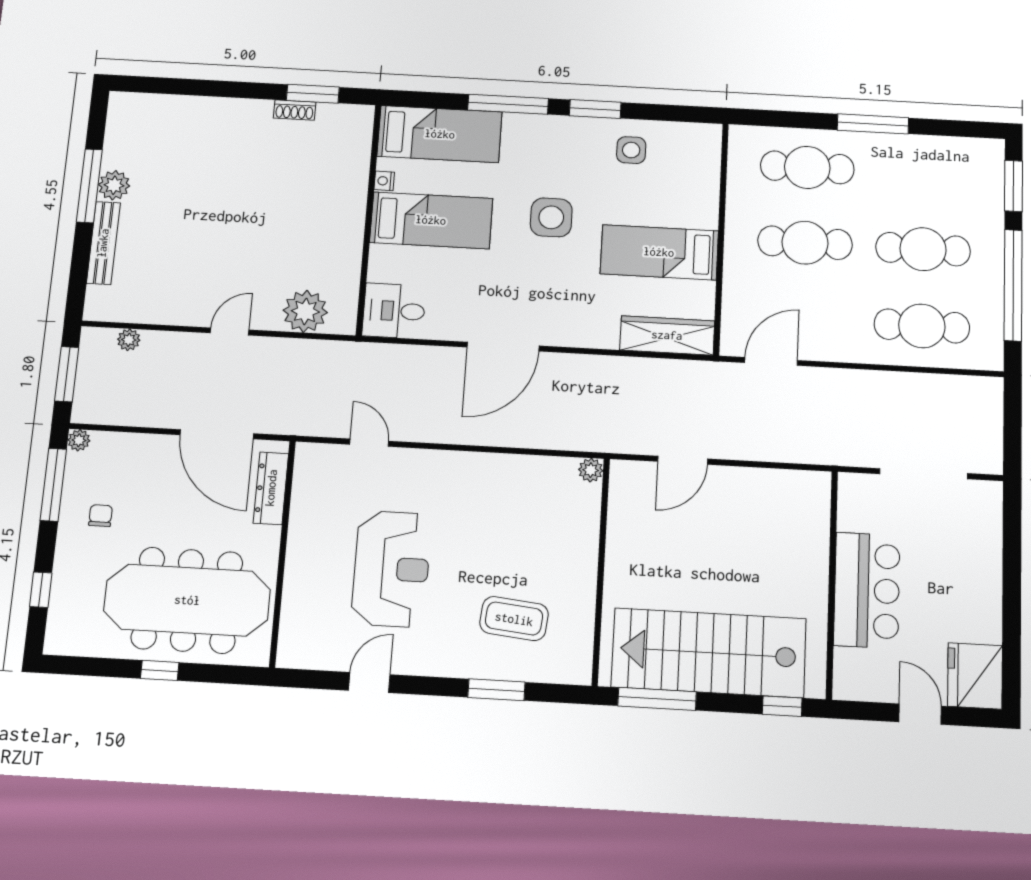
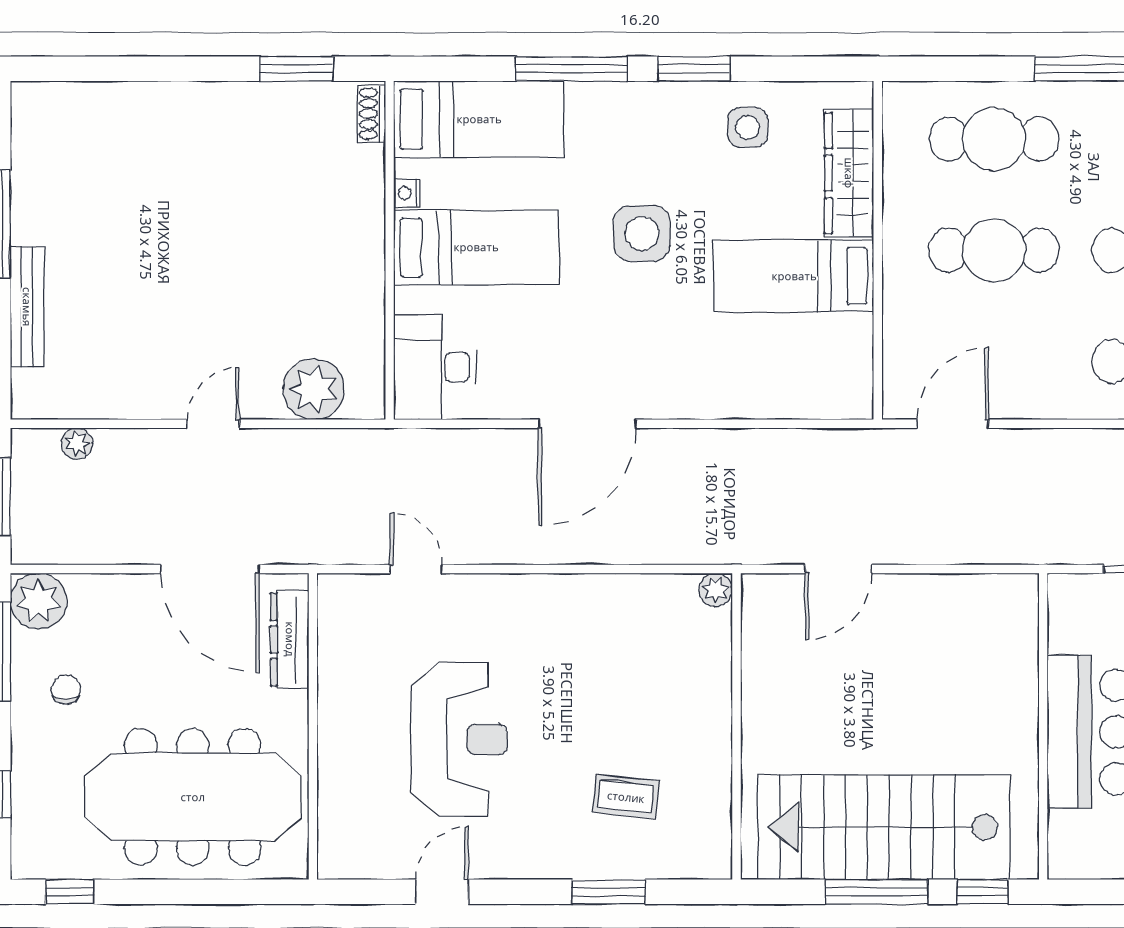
shoe rack: (295, 110) -> (372, 114), moved, turned 90
plant: (114, 185) -> (32, 221), removed
desk: (394, 311) -> (435, 367), width x1.37
wardrobe: (667, 335) -> (849, 173), moved, turned -90
plant: (79, 440) -> (38, 601), width x1.87, depth x1.87
coffee table: (514, 619) -> (626, 797), width x0.73, depth x0.77
window: (160, 670) -> (70, 892), moved
window: (657, 699) -> (877, 892), moved

